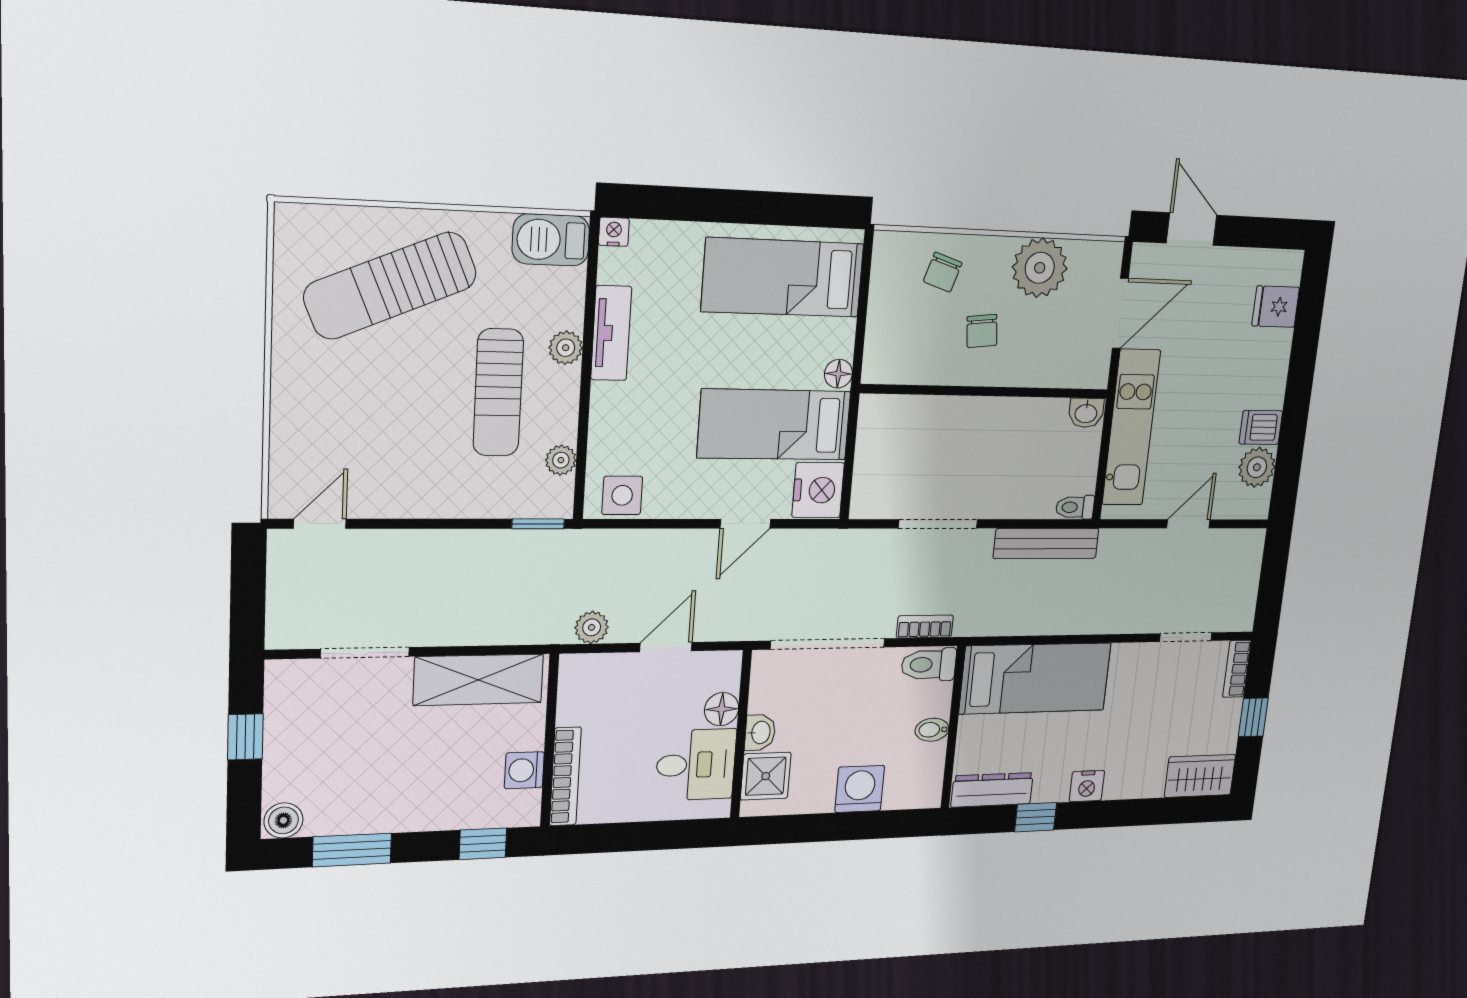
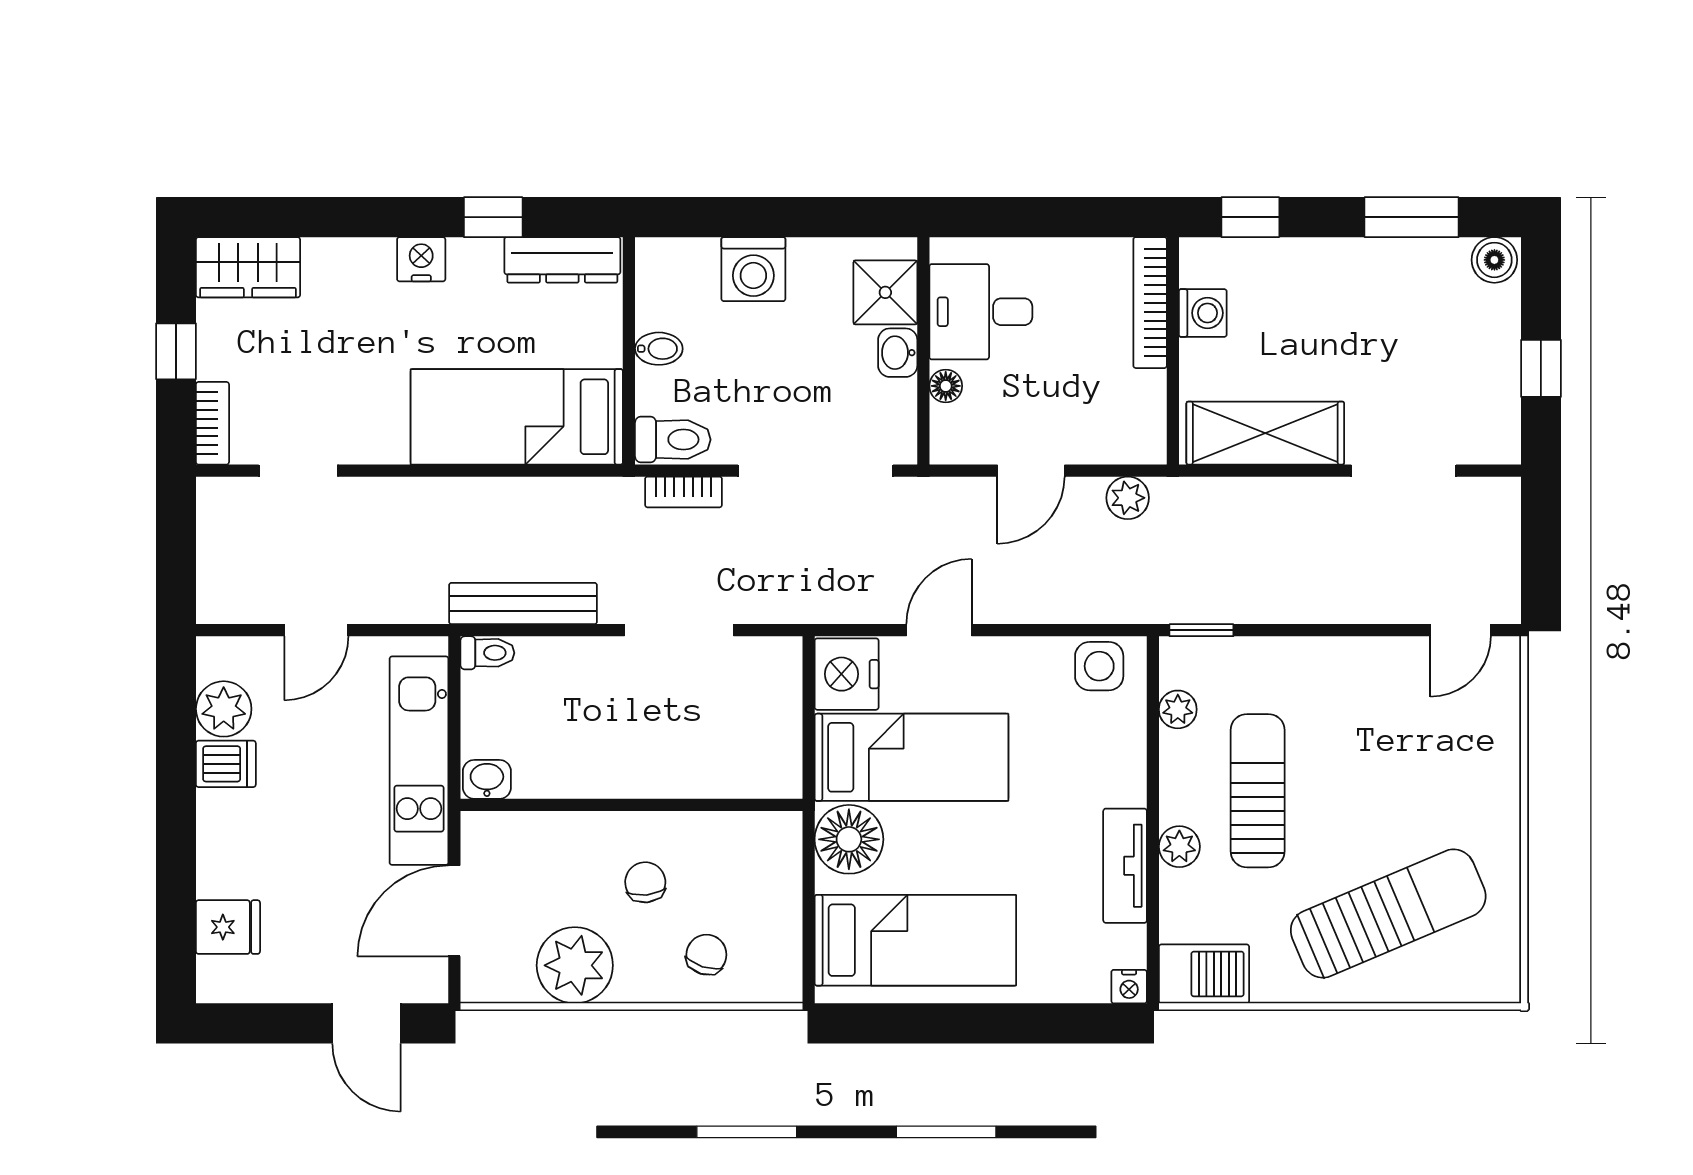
floor lamp: (838, 374) -> (849, 839), width x1.89, depth x1.89
floor lamp: (722, 709) -> (946, 386), width x0.73, depth x0.73

